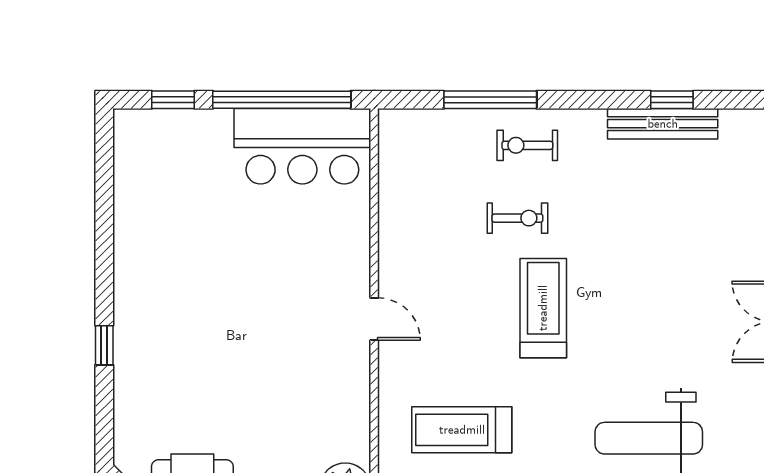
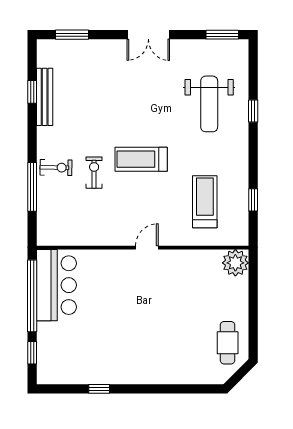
exercise bike: (527, 145) -> (56, 168), turned -89
window: (104, 345) -> (99, 389), moved
treadmill: (462, 430) -> (205, 202), turned 180

